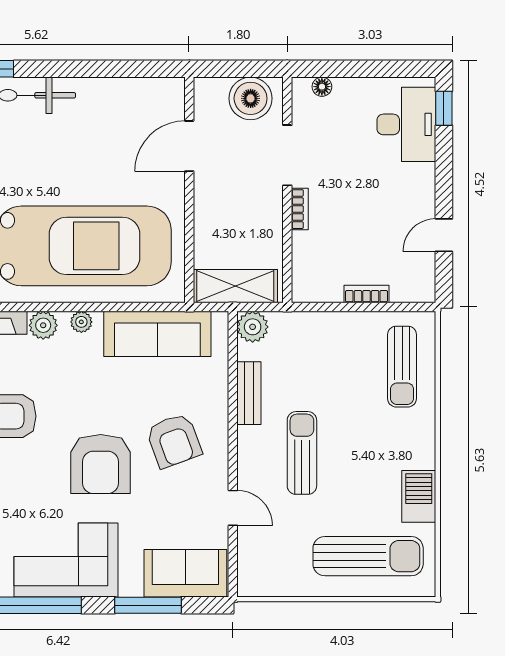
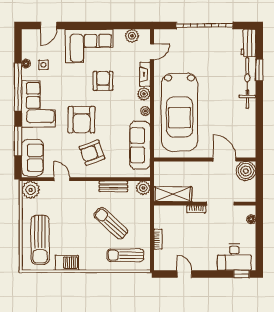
boiler: (251, 98) -> (246, 171), moved
shelving: (235, 286) -> (173, 194), moved, turned 90
sun lounger: (302, 453) -> (111, 223), moved, turned -138
armchair: (101, 464) -> (82, 120), turned -90
door: (233, 508) -> (62, 179), swing flipped
plant: (257, 577) -> (31, 190), added

